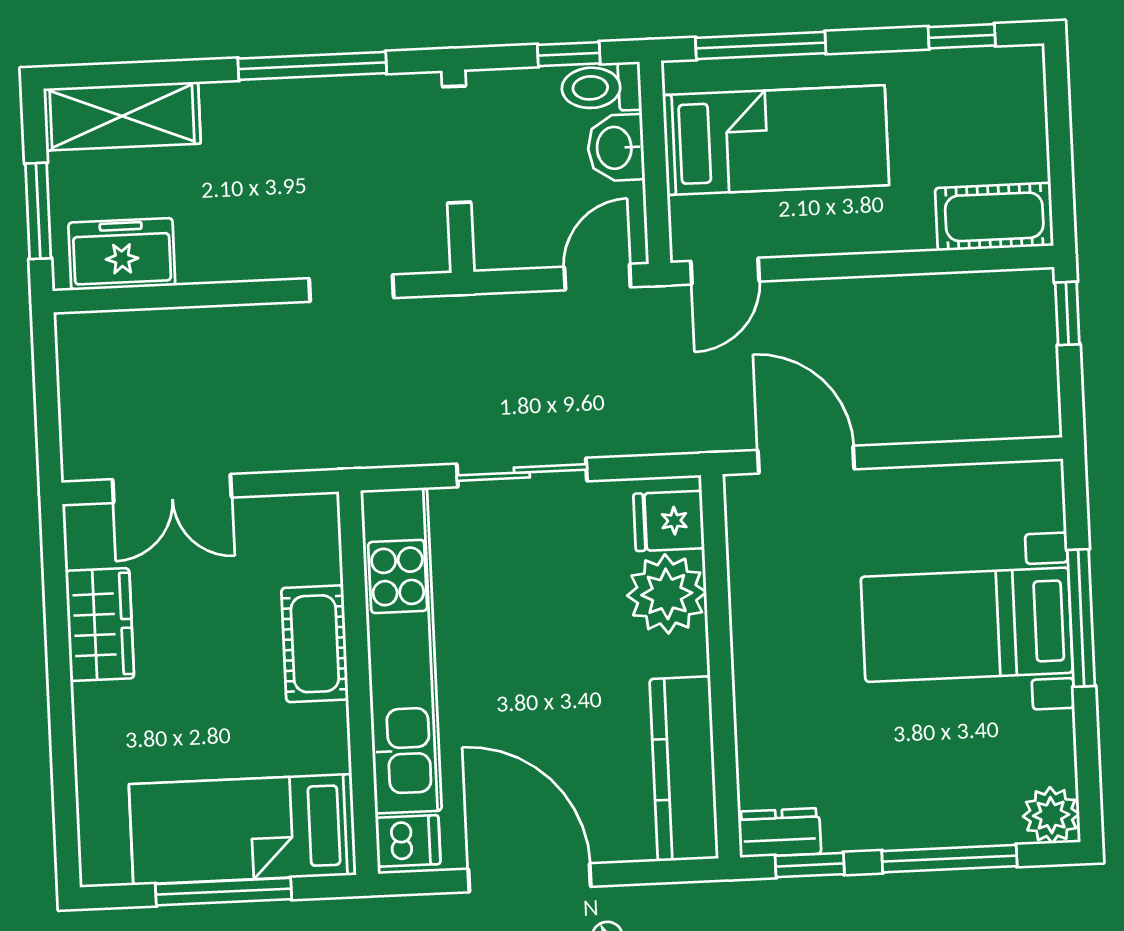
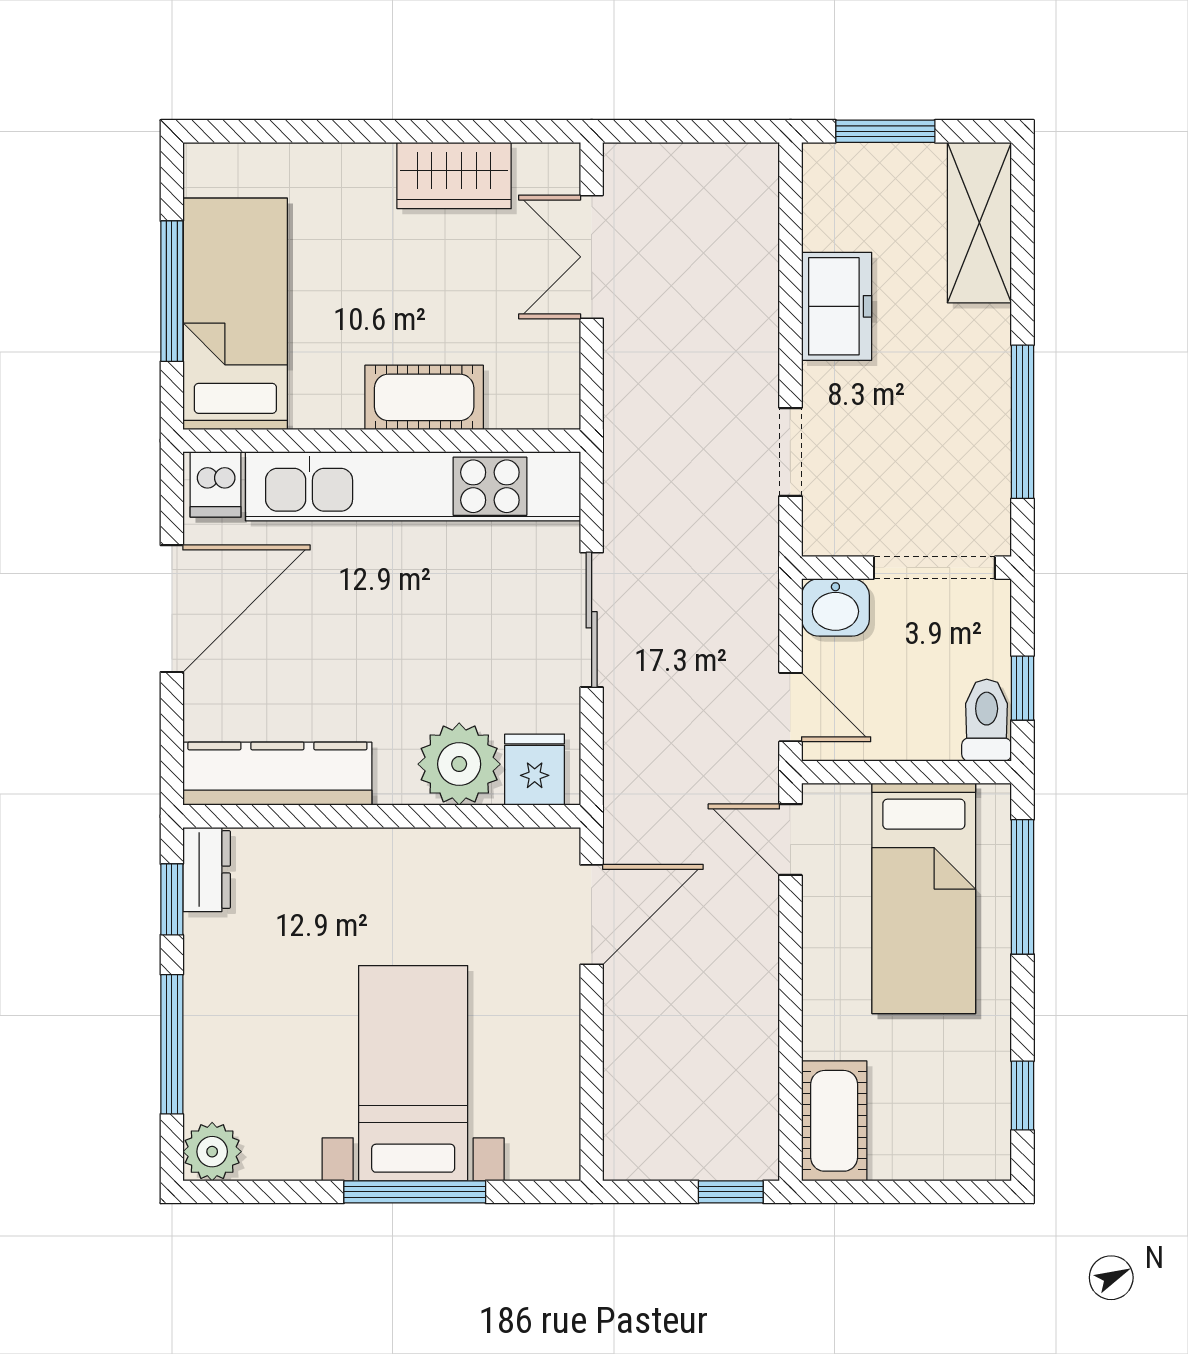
washbasin: (616, 148) -> (835, 607), moved, turned 180
freezer: (122, 254) -> (837, 306), moved

